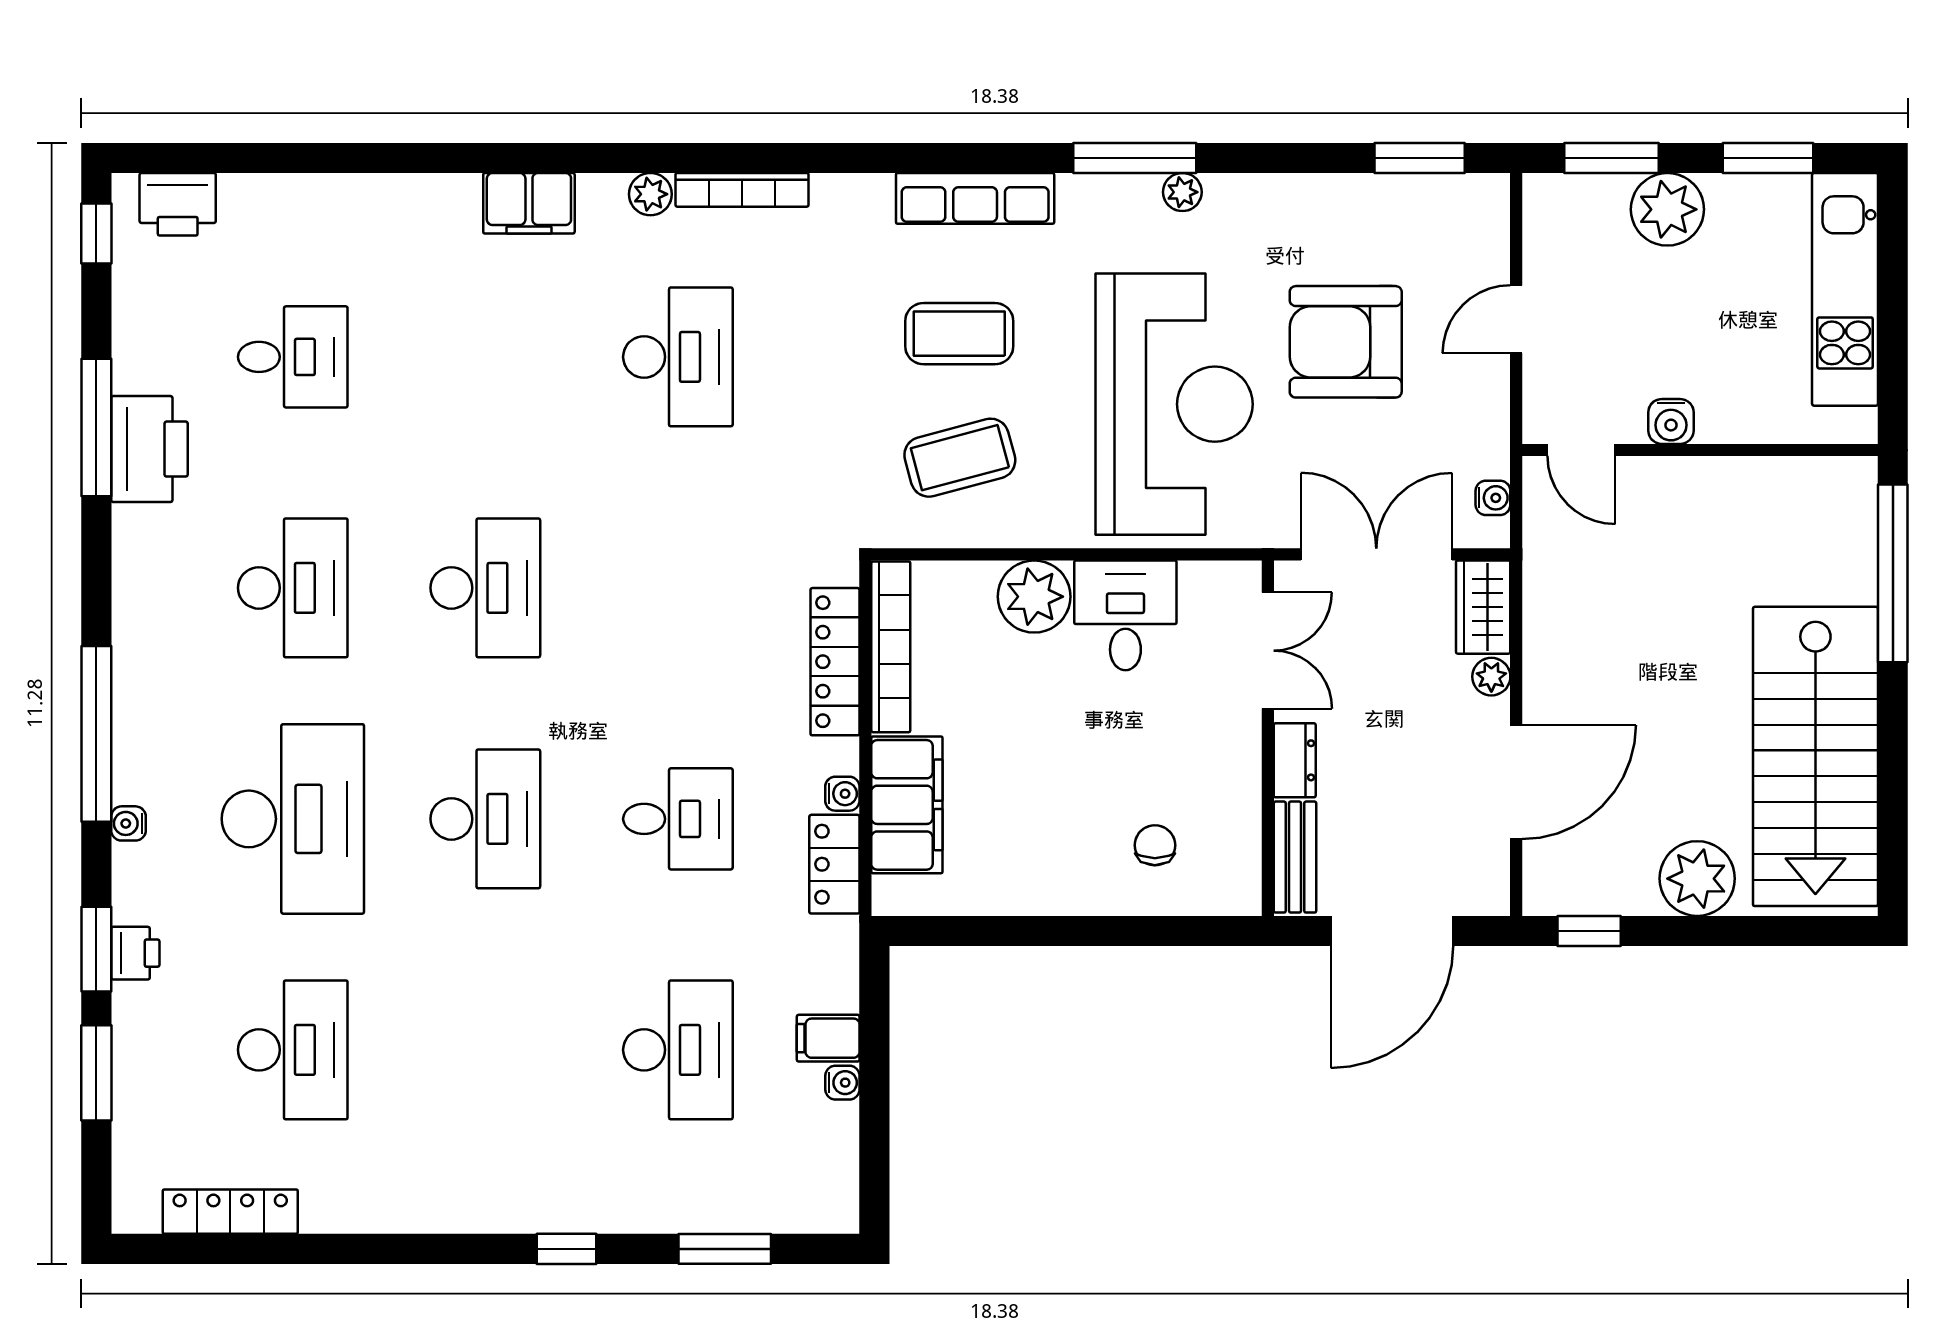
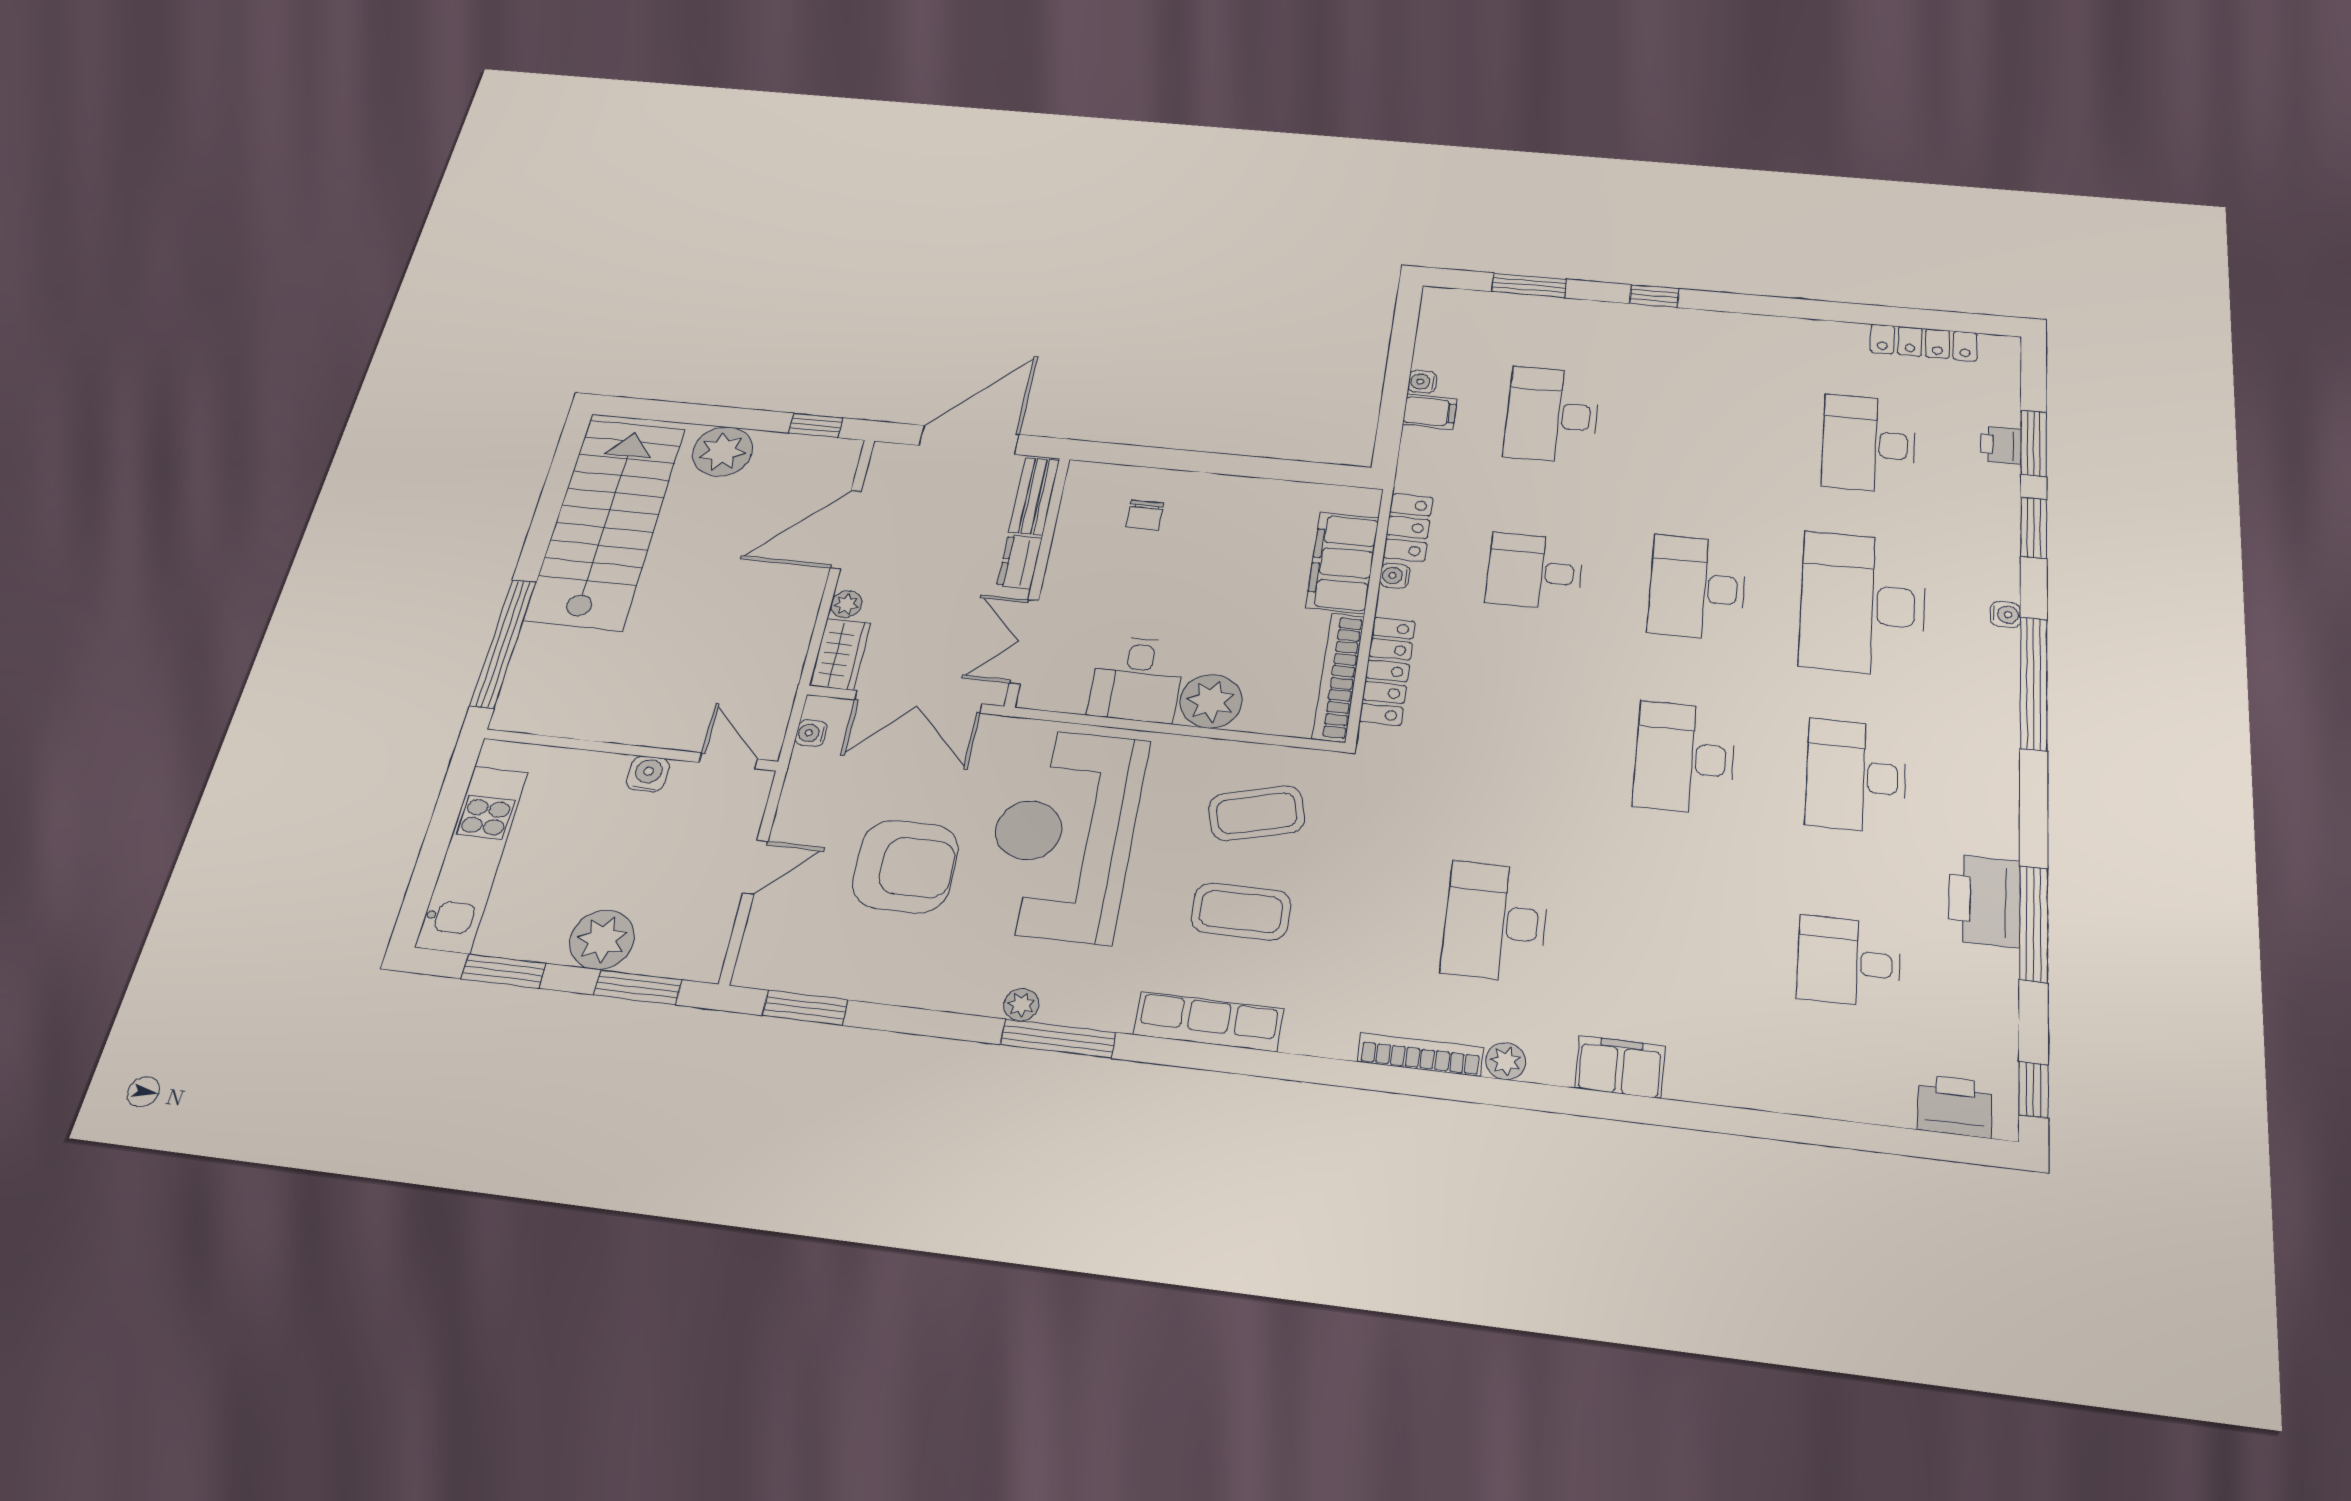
printer: (135, 953) -> (2001, 445), moved

